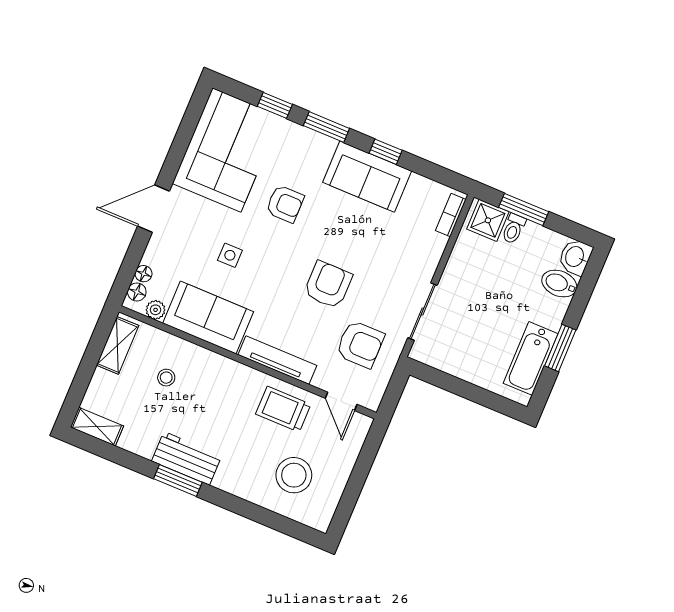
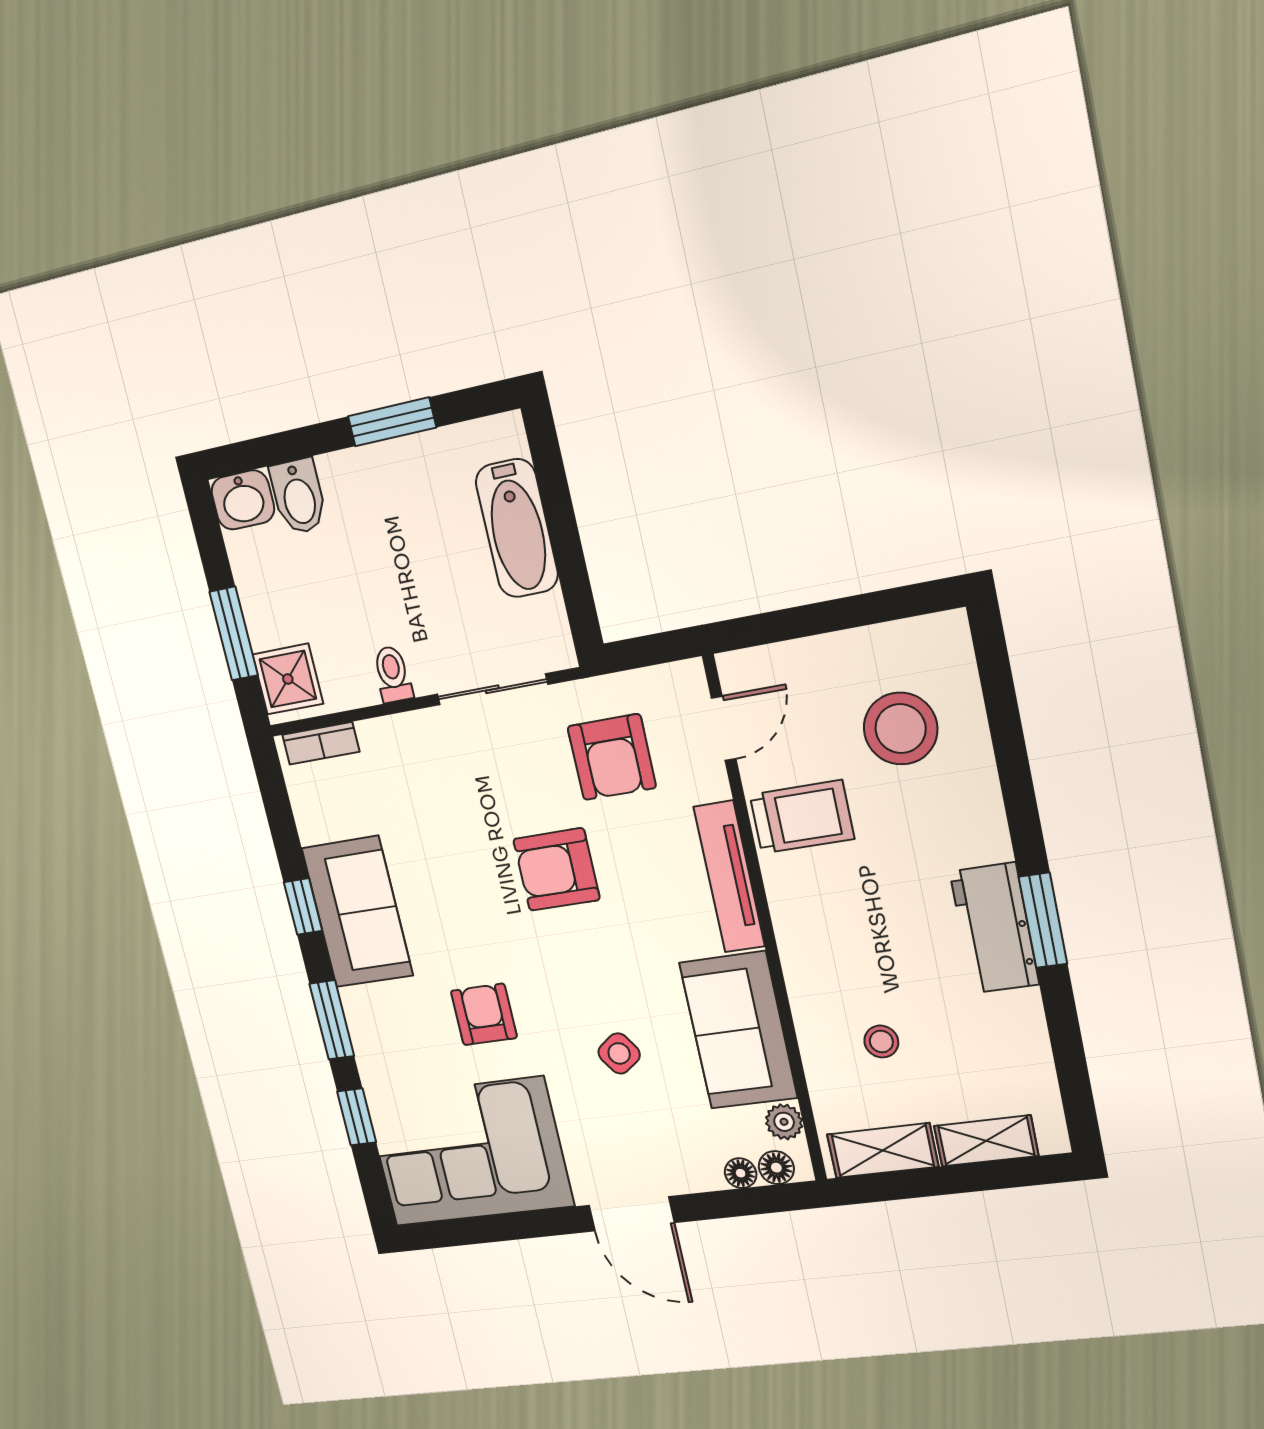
toilet: (514, 229) -> (393, 674), moved, turned -90
side table: (230, 255) -> (619, 1053), turned -35
armchair: (360, 344) -> (612, 757), turned 180
bathtub: (531, 358) -> (517, 528), moved, turned 90
trolley: (283, 409) -> (802, 817), turned -90
shelving: (97, 427) -> (986, 1141), moved, turned 90

